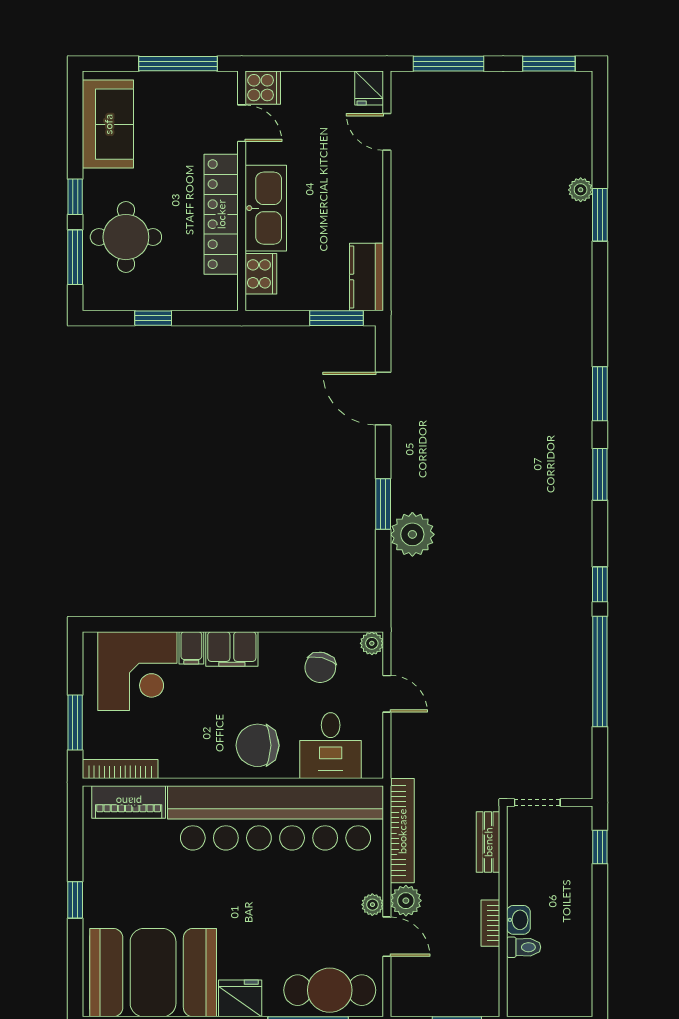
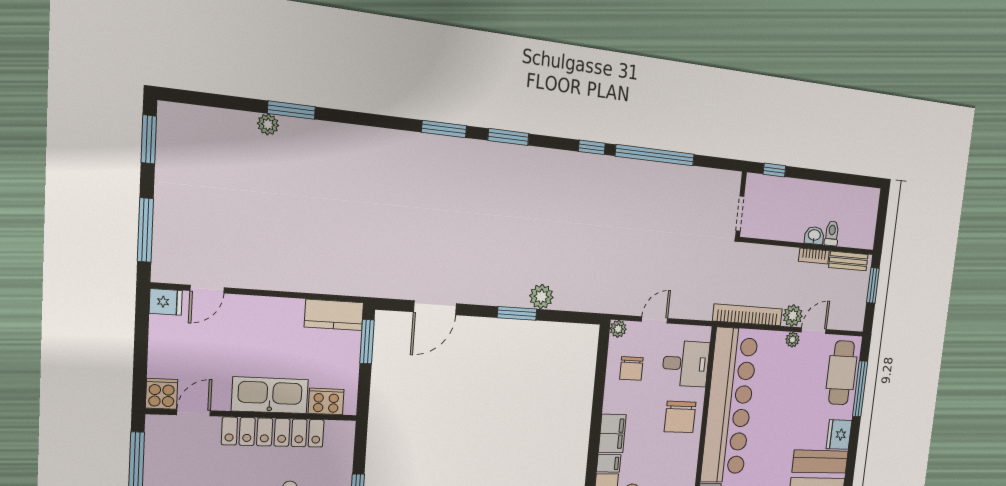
plant: (412, 534) -> (541, 297), width x0.73, depth x0.73
chair: (320, 667) -> (631, 368), turned 76
bench: (488, 842) -> (848, 261), moved

